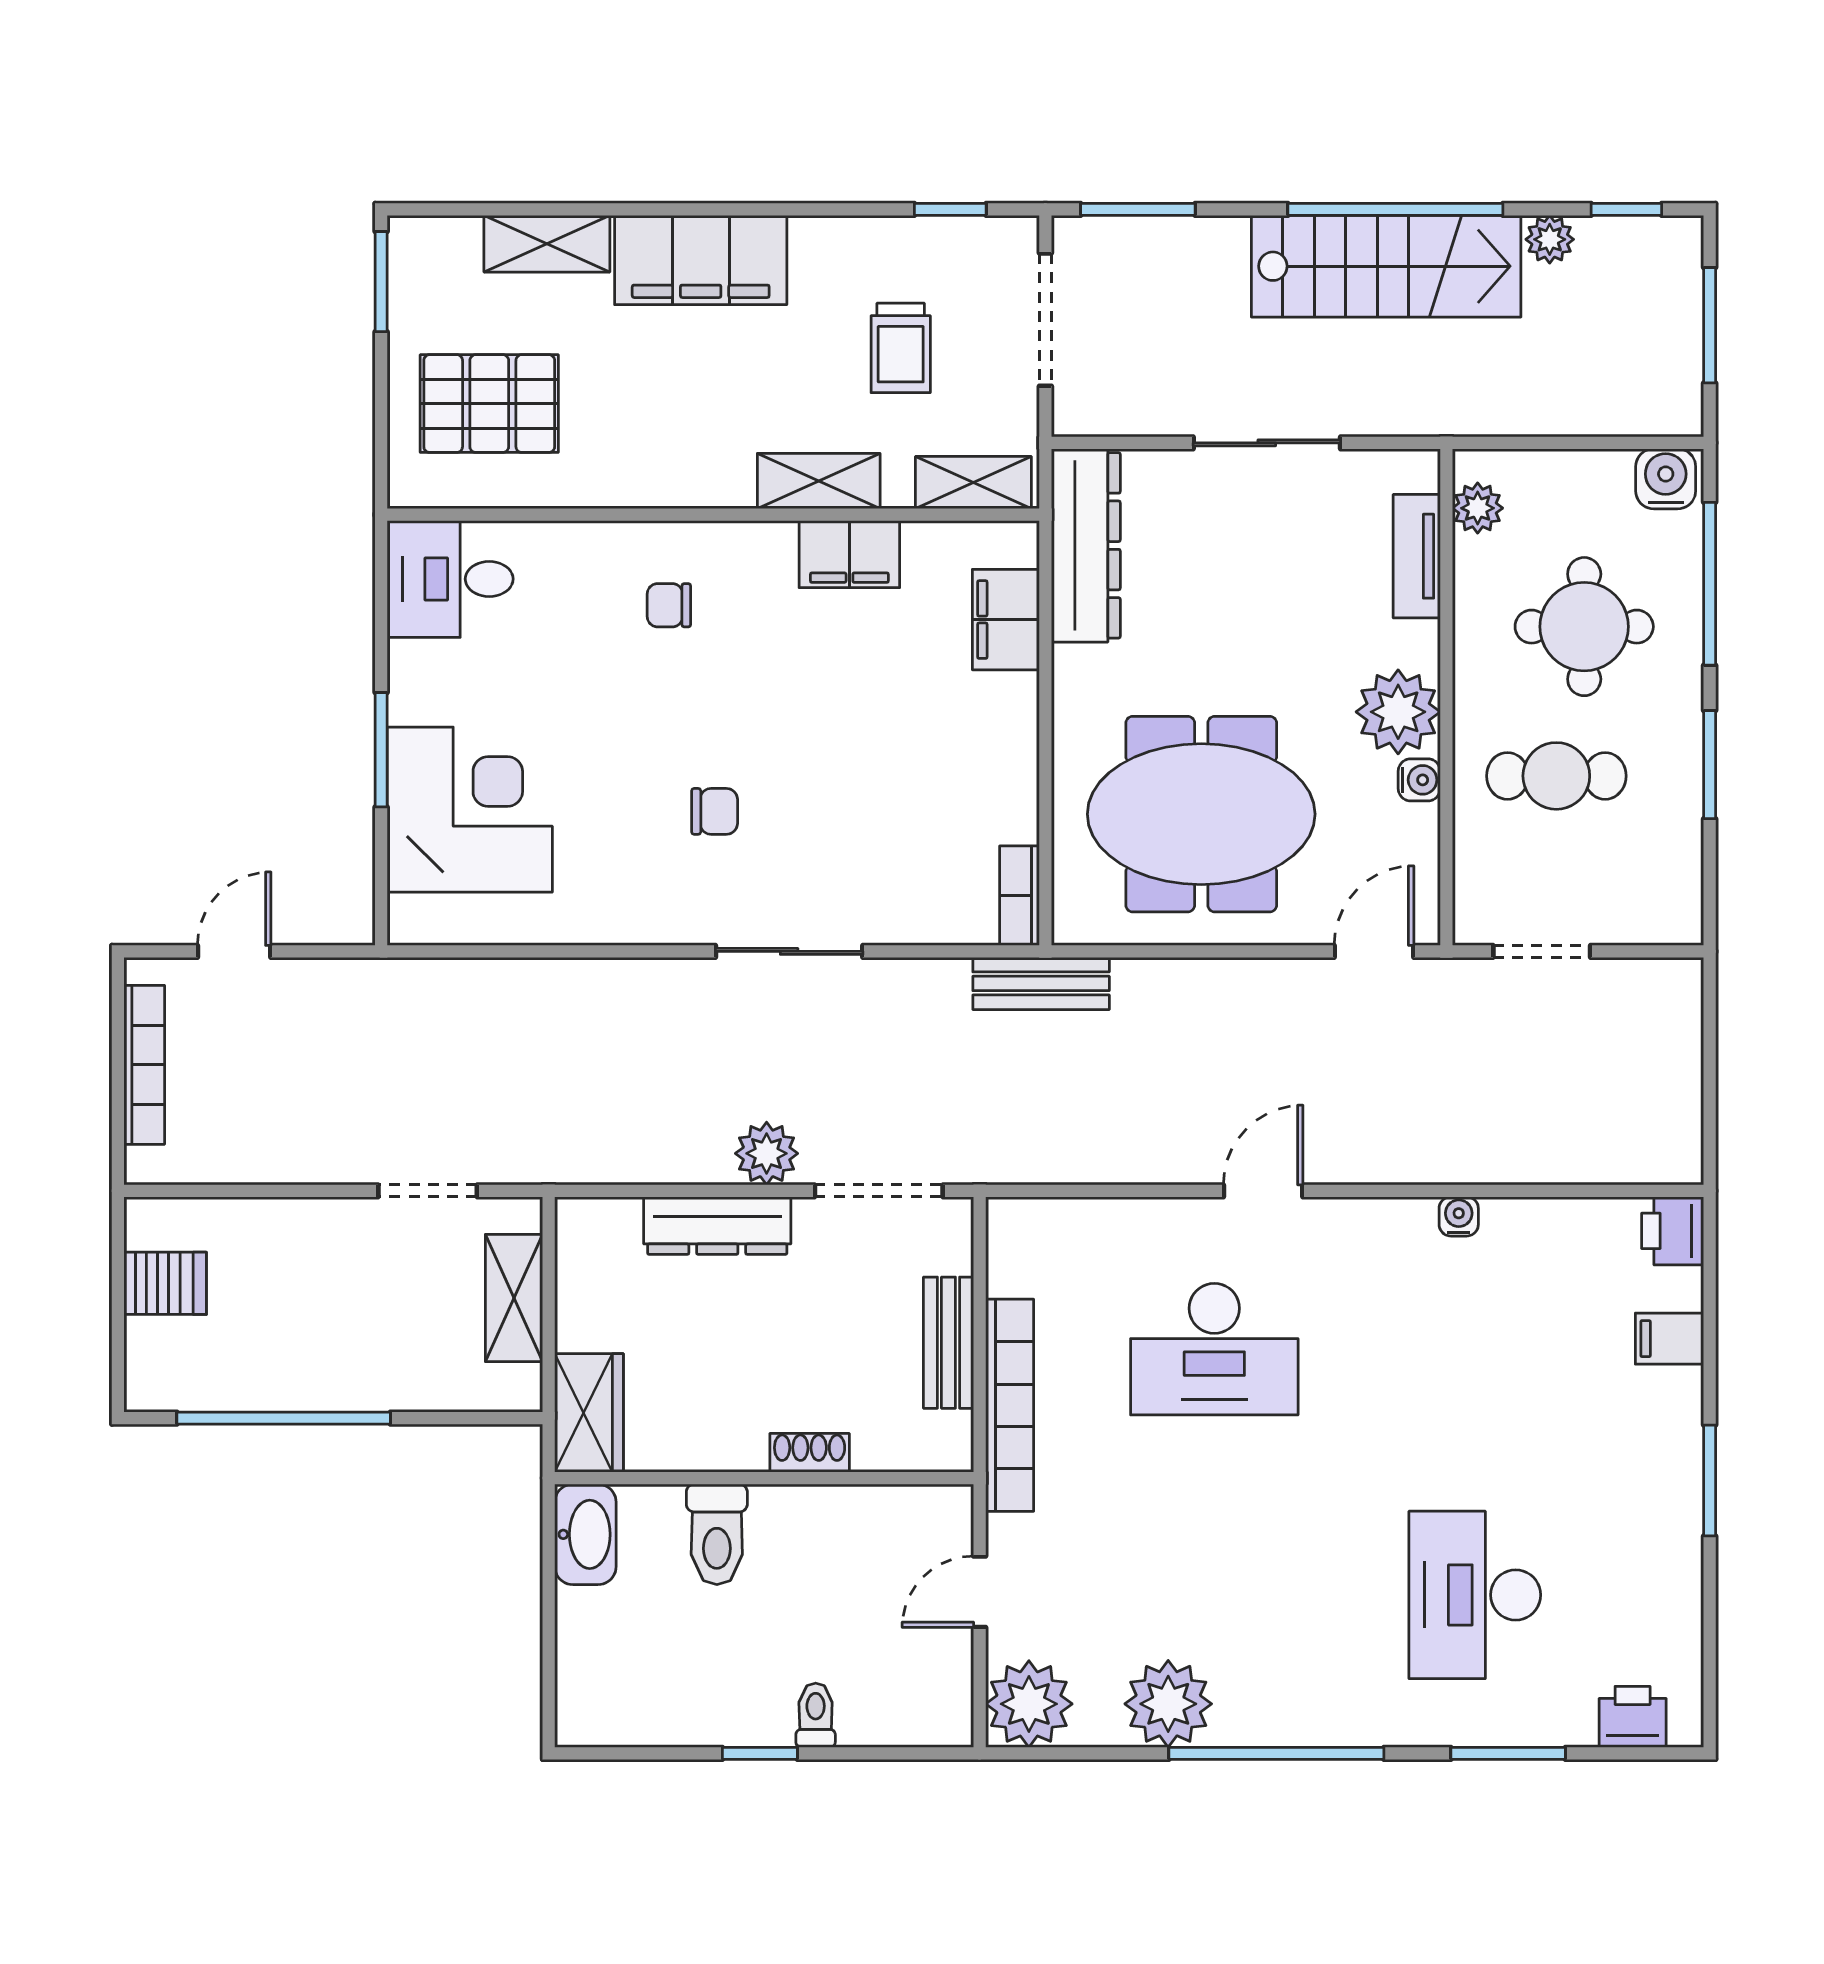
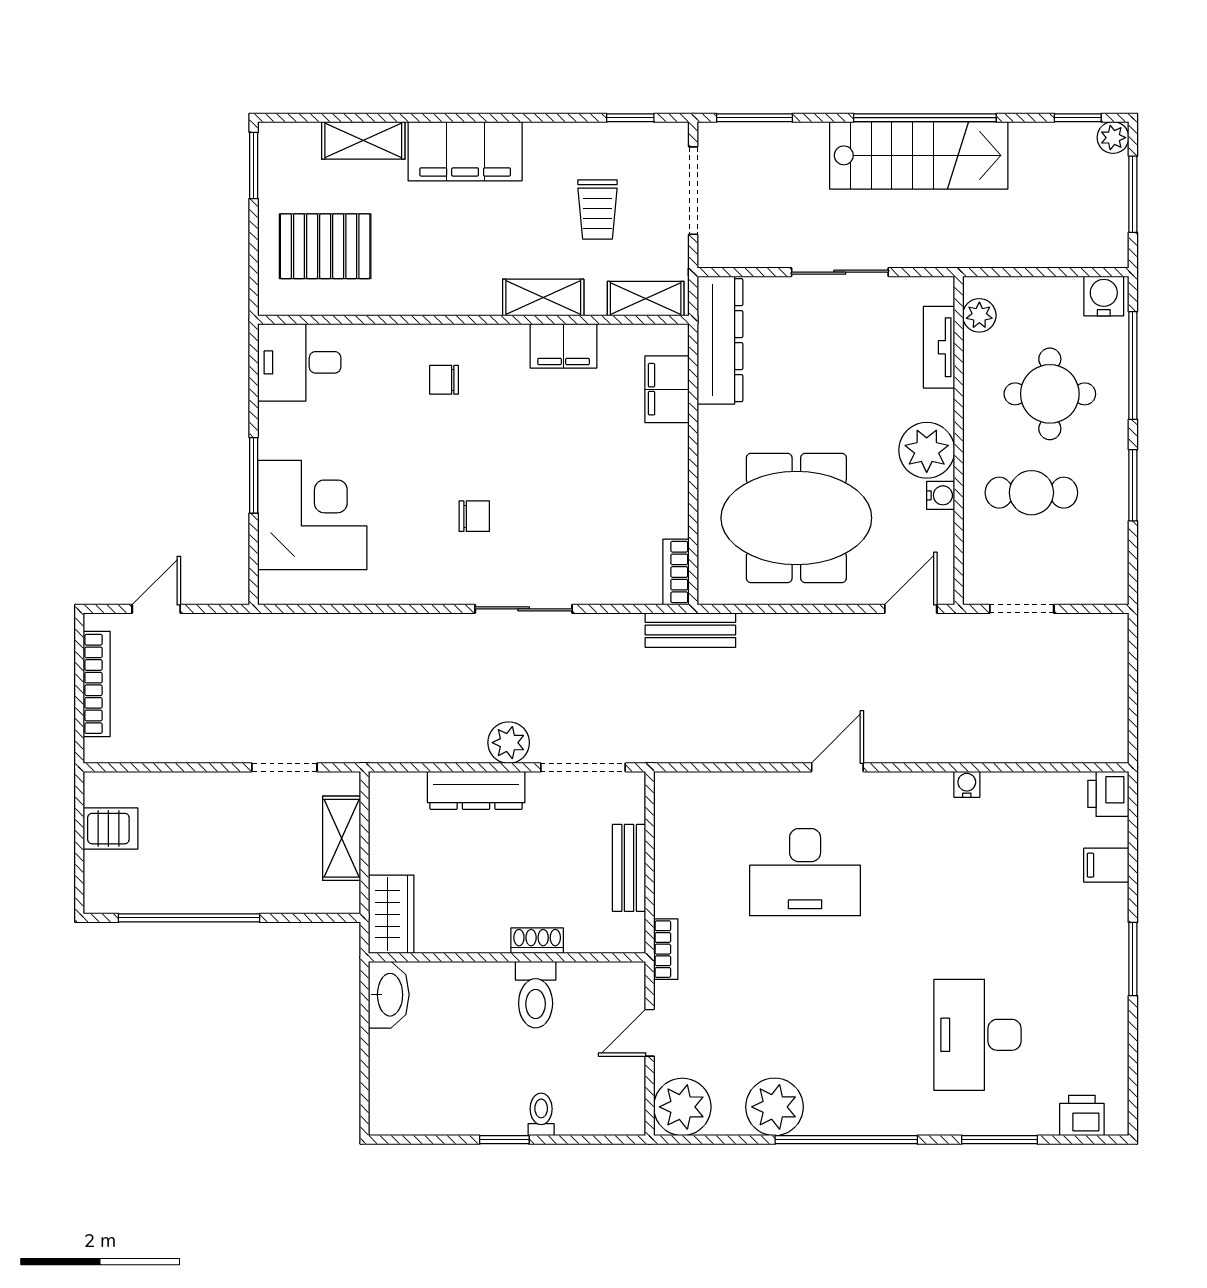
plant: (1550, 239) -> (1113, 138), moved
bookcase: (1010, 1405) -> (666, 949), width x0.43, depth x0.76
toilet: (717, 1534) -> (536, 995), moved

